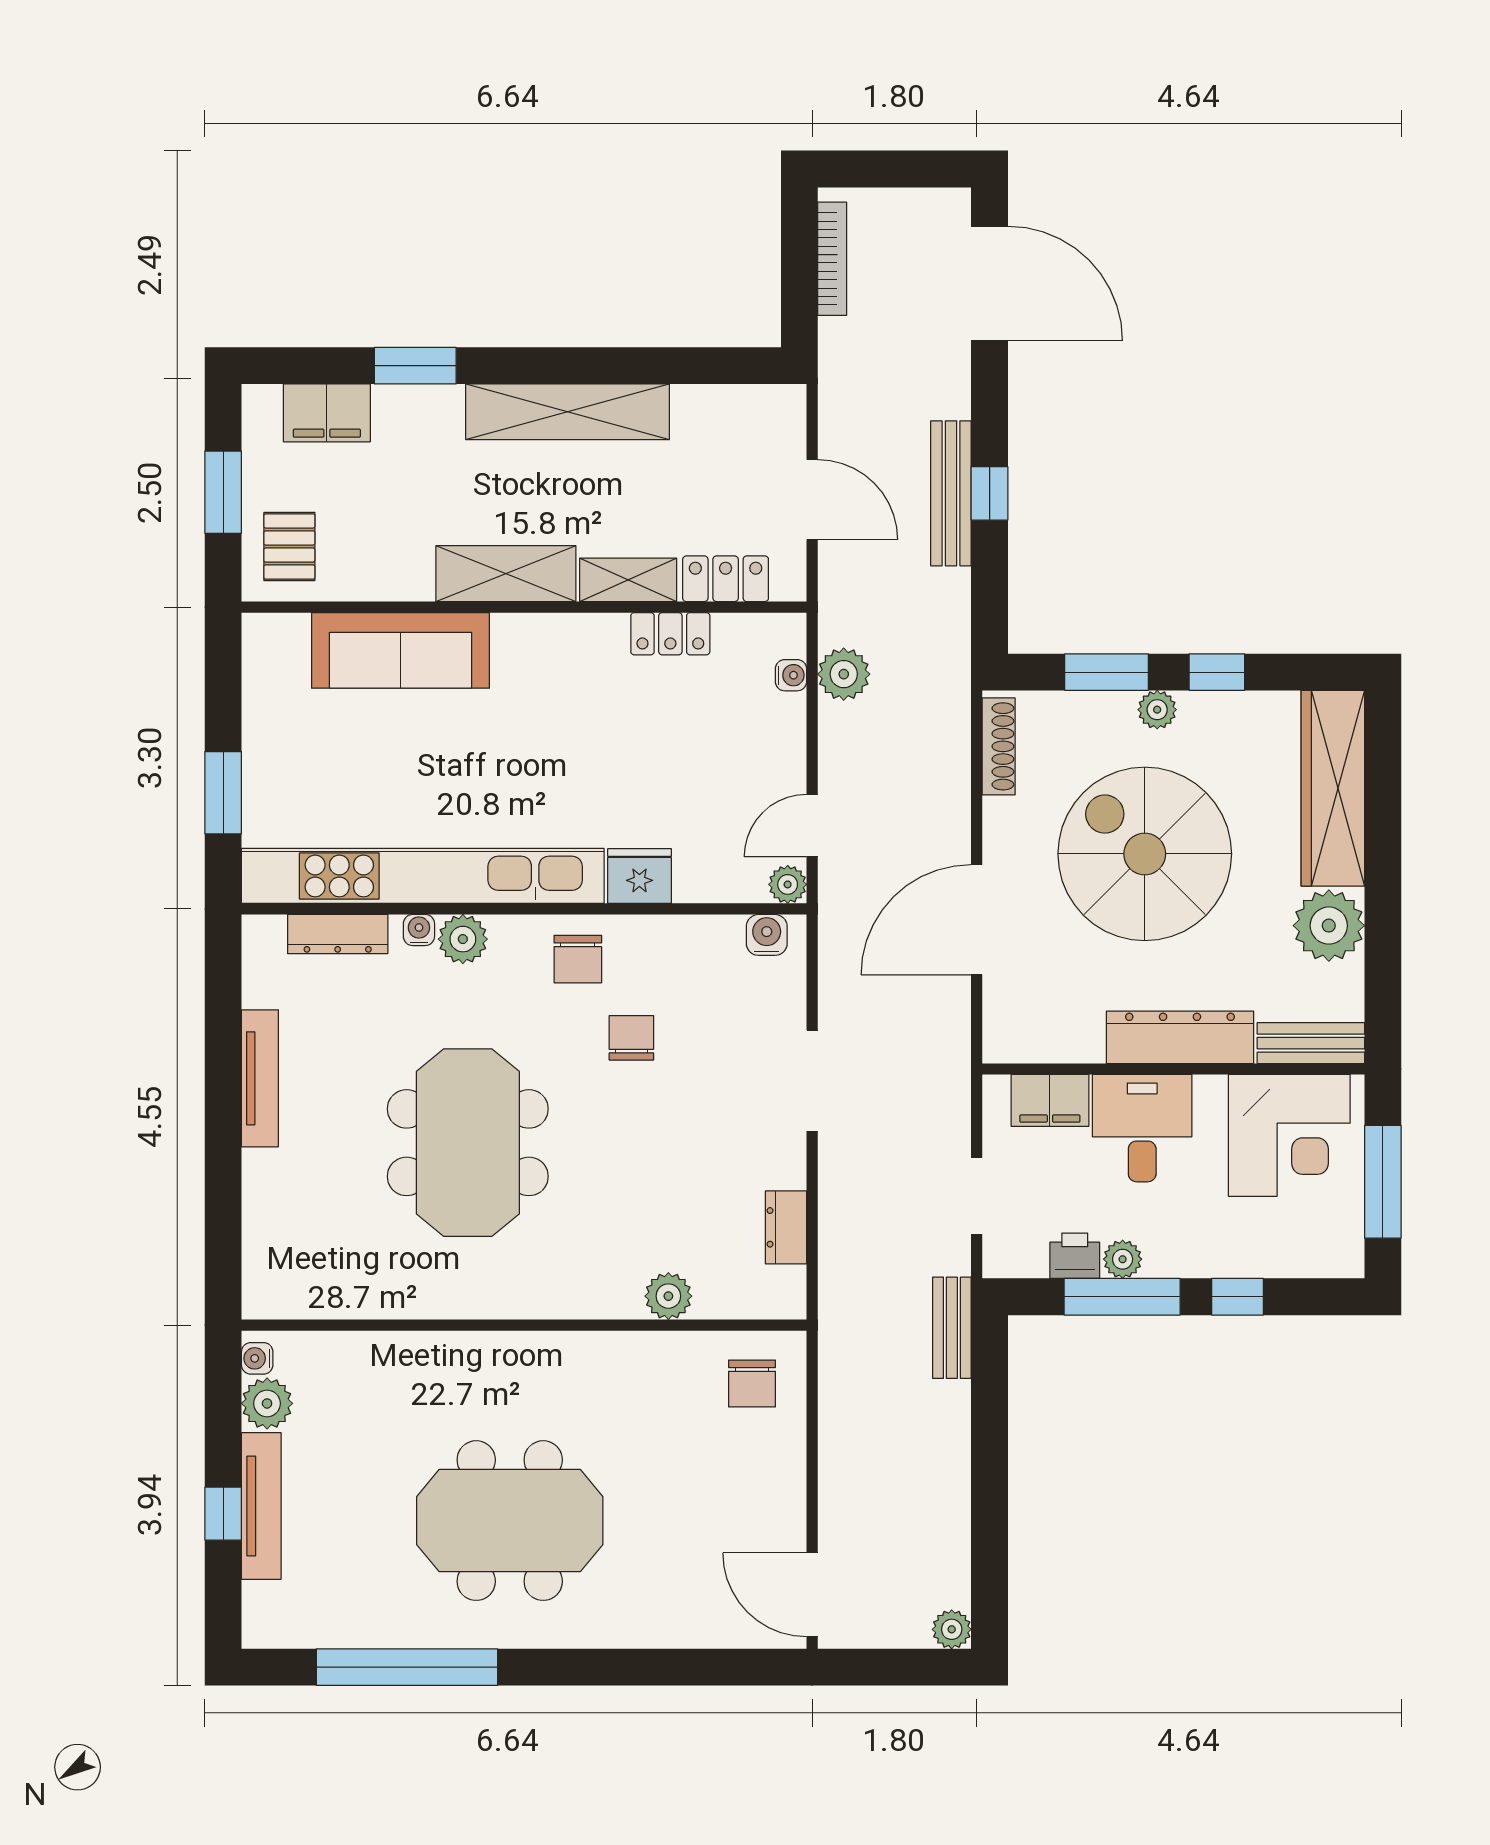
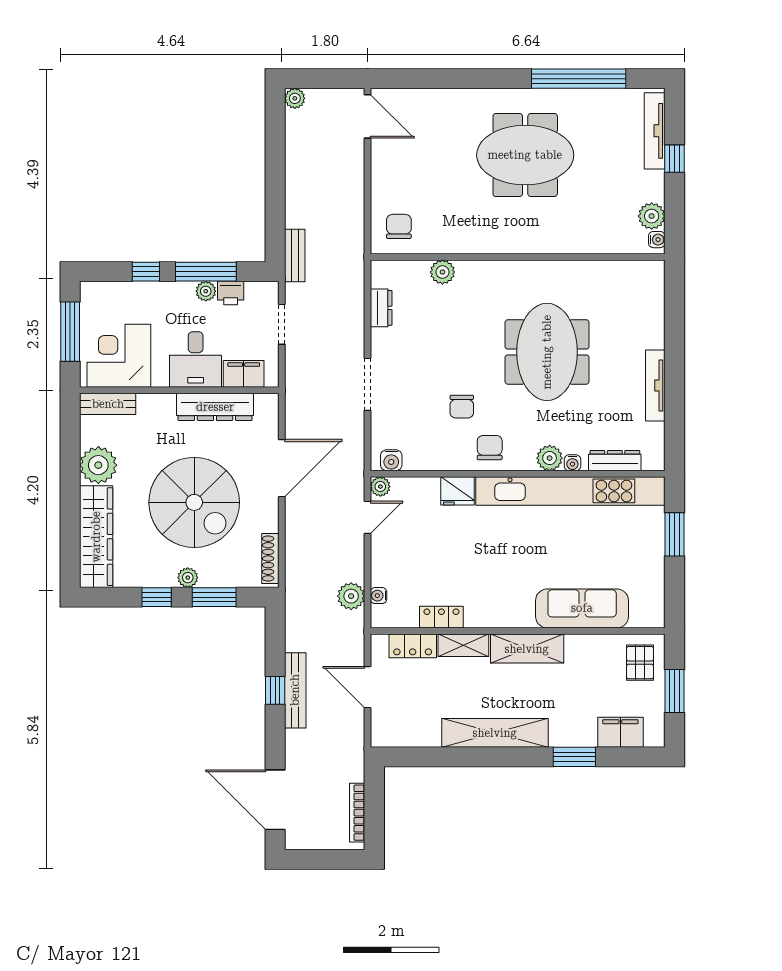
dresser: (1180, 1037) -> (215, 407), moved
tv unit: (261, 1506) -> (655, 131), moved

